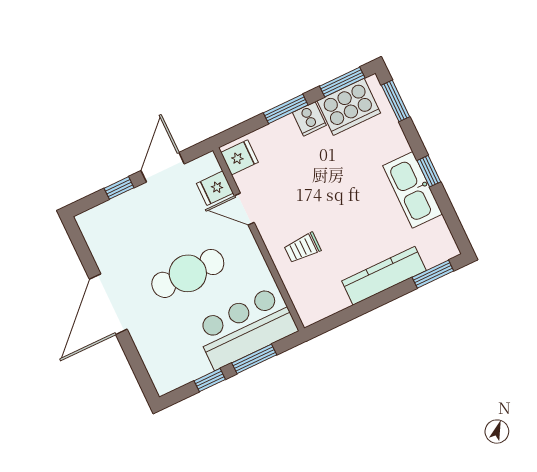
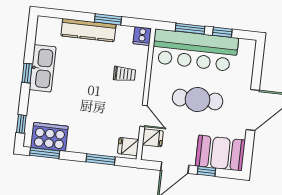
window: (396, 101) -> (21, 124), width x0.67
window: (286, 109) -> (101, 159), moved
cooker: (309, 119) -> (142, 36), moved, turned 180
booth: (116, 223) -> (220, 153), added
window: (433, 274) -> (108, 19), moved
bar counter: (246, 328) -> (195, 50), width x1.36

